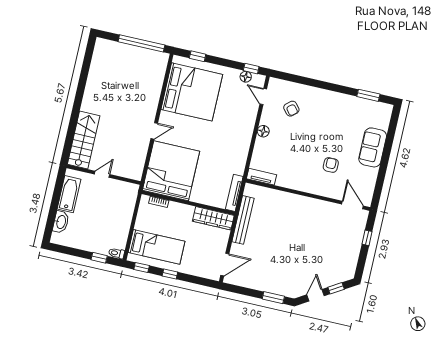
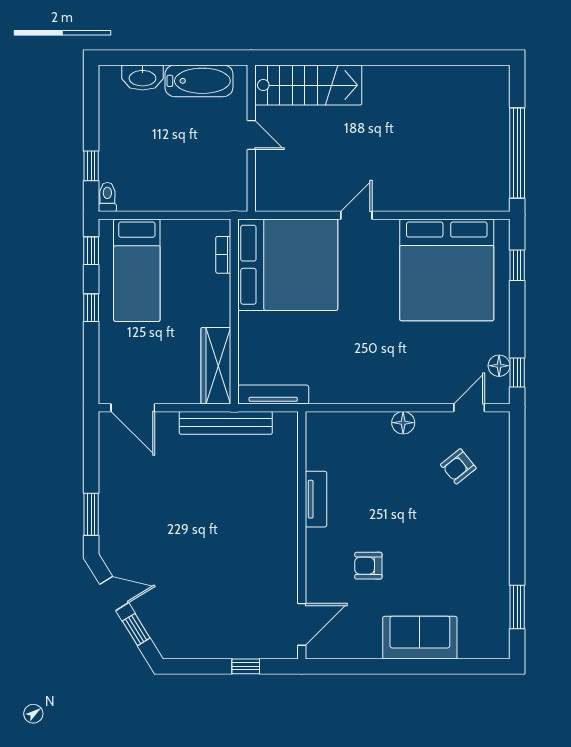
door: (154, 131) -> (356, 215), swing flipped
armchair: (331, 165) -> (368, 566), turned 180
tv unit: (262, 177) -> (316, 499), moved

